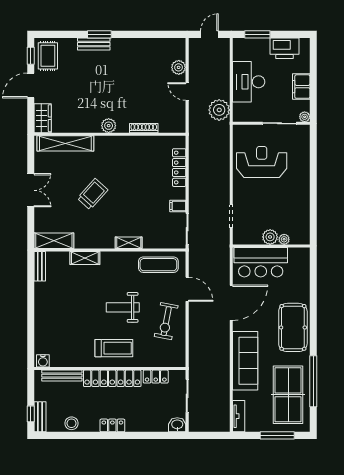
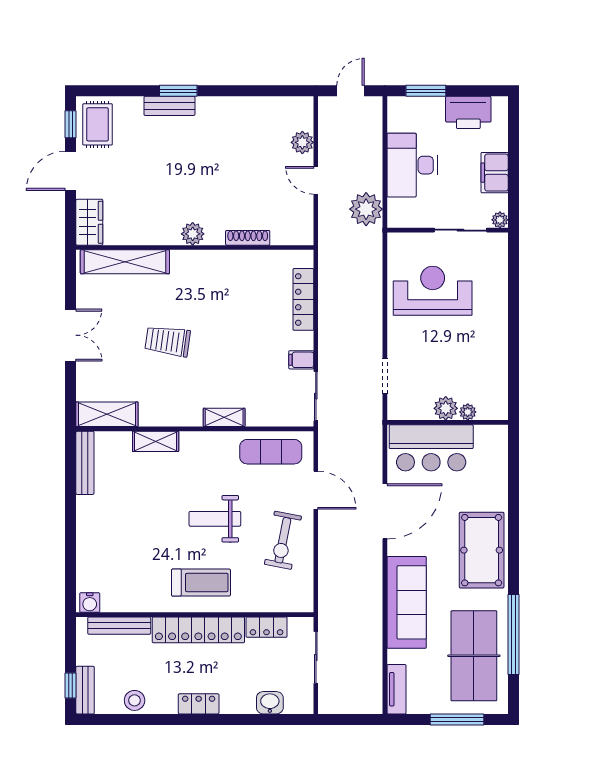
trolley: (93, 194) -> (168, 341), turned -124
bench: (40, 266) -> (85, 463), width x1.36
washbasin: (177, 425) -> (270, 703), moved

